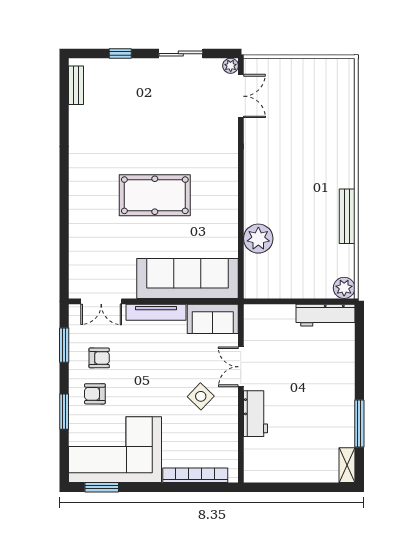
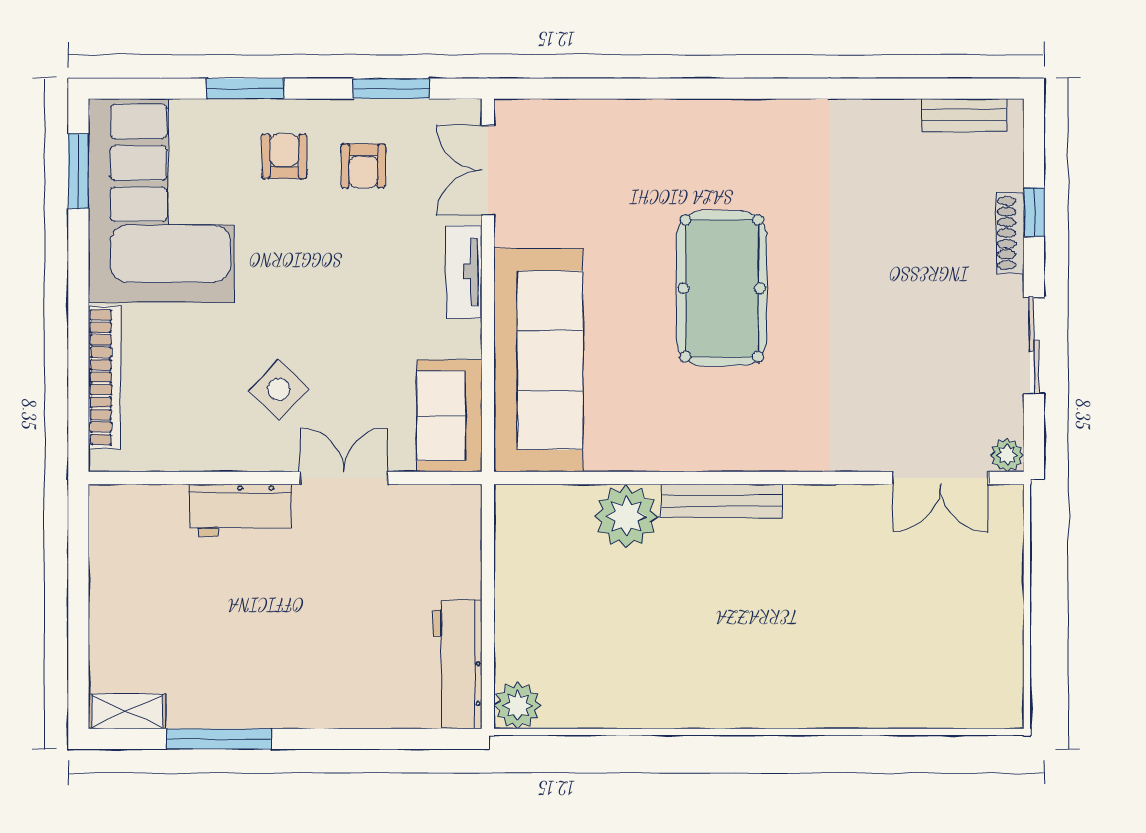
shoe rack: (130, 64) -> (1010, 233), added
bench: (347, 216) -> (722, 501), moved
tv unit: (156, 312) -> (464, 272), width x0.71

